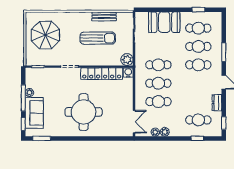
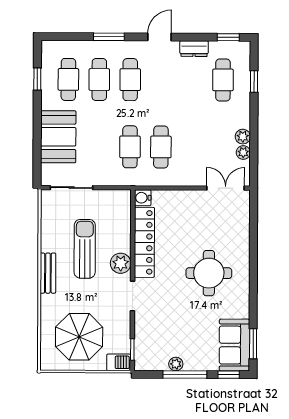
bench: (104, 16) -> (48, 273), moved
barbecue: (30, 59) -> (119, 362), added
plant: (127, 60) -> (121, 263), moved
cafe table: (158, 102) -> (192, 147), removed
round table: (84, 112) -> (209, 273), width x0.73, depth x0.73
sofa: (34, 113) -> (234, 345), moved, turned -90

